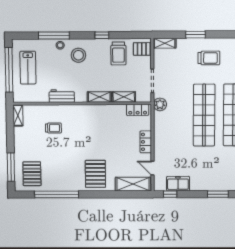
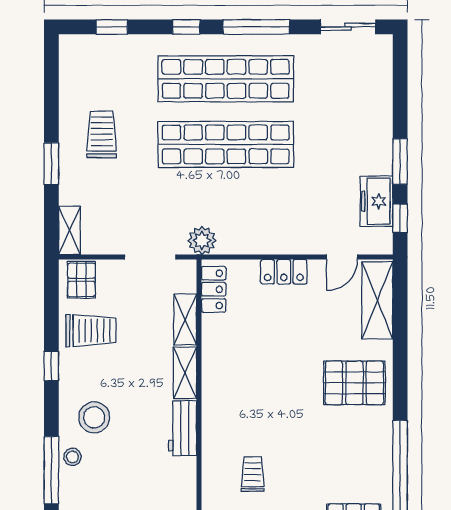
workbench: (62, 96) -> (183, 428), moved
window: (218, 194) -> (400, 161), moved

